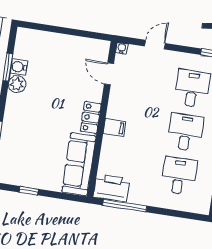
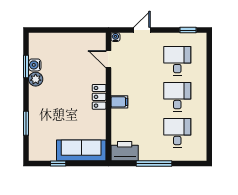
sofa: (79, 164) -> (81, 150), moved, turned 90
window: (125, 206) -> (154, 163), moved

